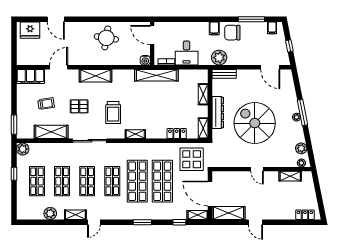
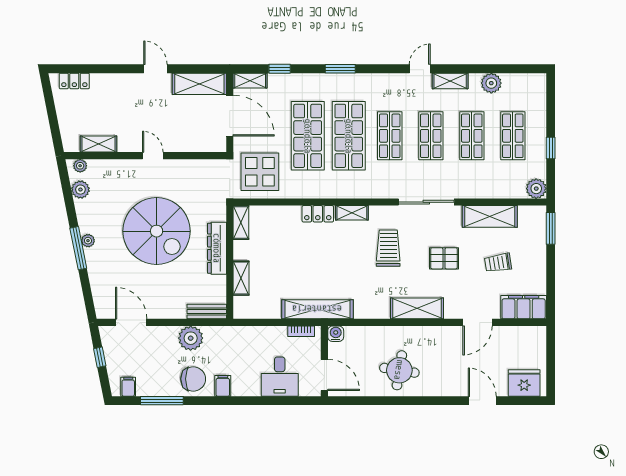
desk: (187, 53) -> (280, 377), moved, turned 180
plant: (219, 58) -> (191, 338), moved
locker: (177, 134) -> (318, 214), moved

